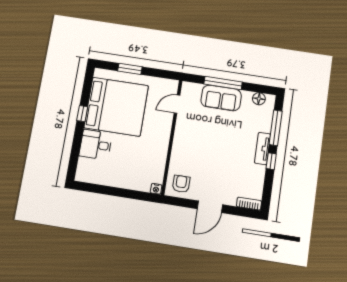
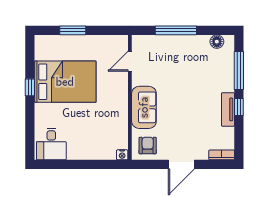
sofa: (221, 98) -> (144, 107), moved, turned -90
bed: (116, 107) -> (65, 82), width x0.73
desk: (96, 145) -> (51, 144), moved, turned -90
tv unit: (263, 148) -> (228, 109), moved

